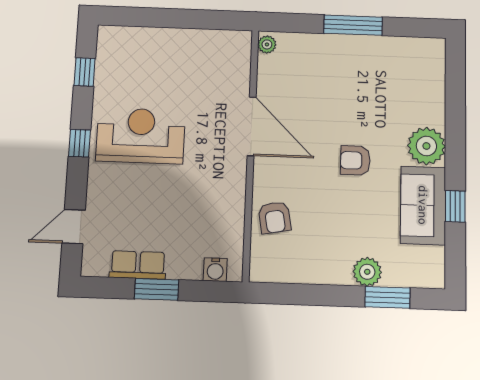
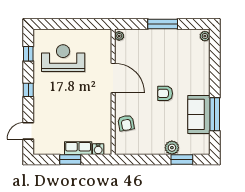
reception desk: (141, 136) -> (63, 58), moved
plant: (426, 146) -> (205, 36), moved, width x0.53, depth x0.53
window: (455, 206) -> (215, 114), width x2.17
row of seats: (138, 265) -> (78, 148), moved

